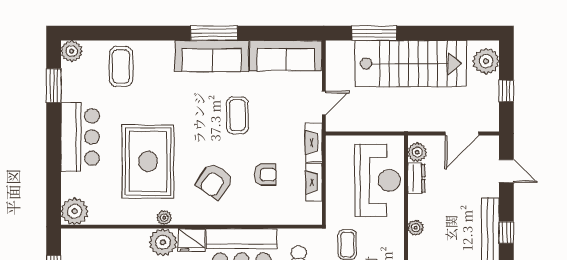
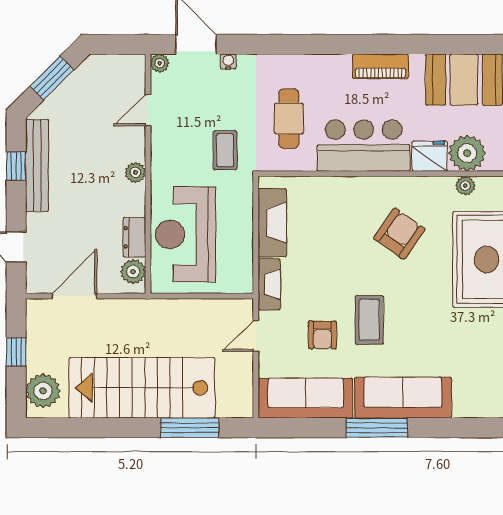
window: (214, 33) -> (377, 428), moved
armchair: (265, 175) -> (322, 335), moved, turned -90
fireplace: (314, 182) -> (272, 223), width x1.37, depth x1.32

